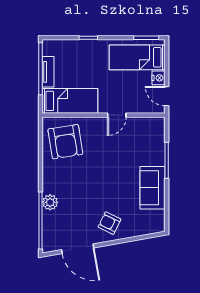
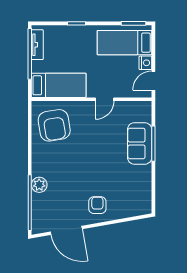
tv unit: (48, 72) -> (37, 45), moved
door: (167, 96) -> (153, 81), hinge flipped
sofa: (152, 188) -> (140, 143), moved
armchair: (109, 223) -> (97, 205), turned 64

